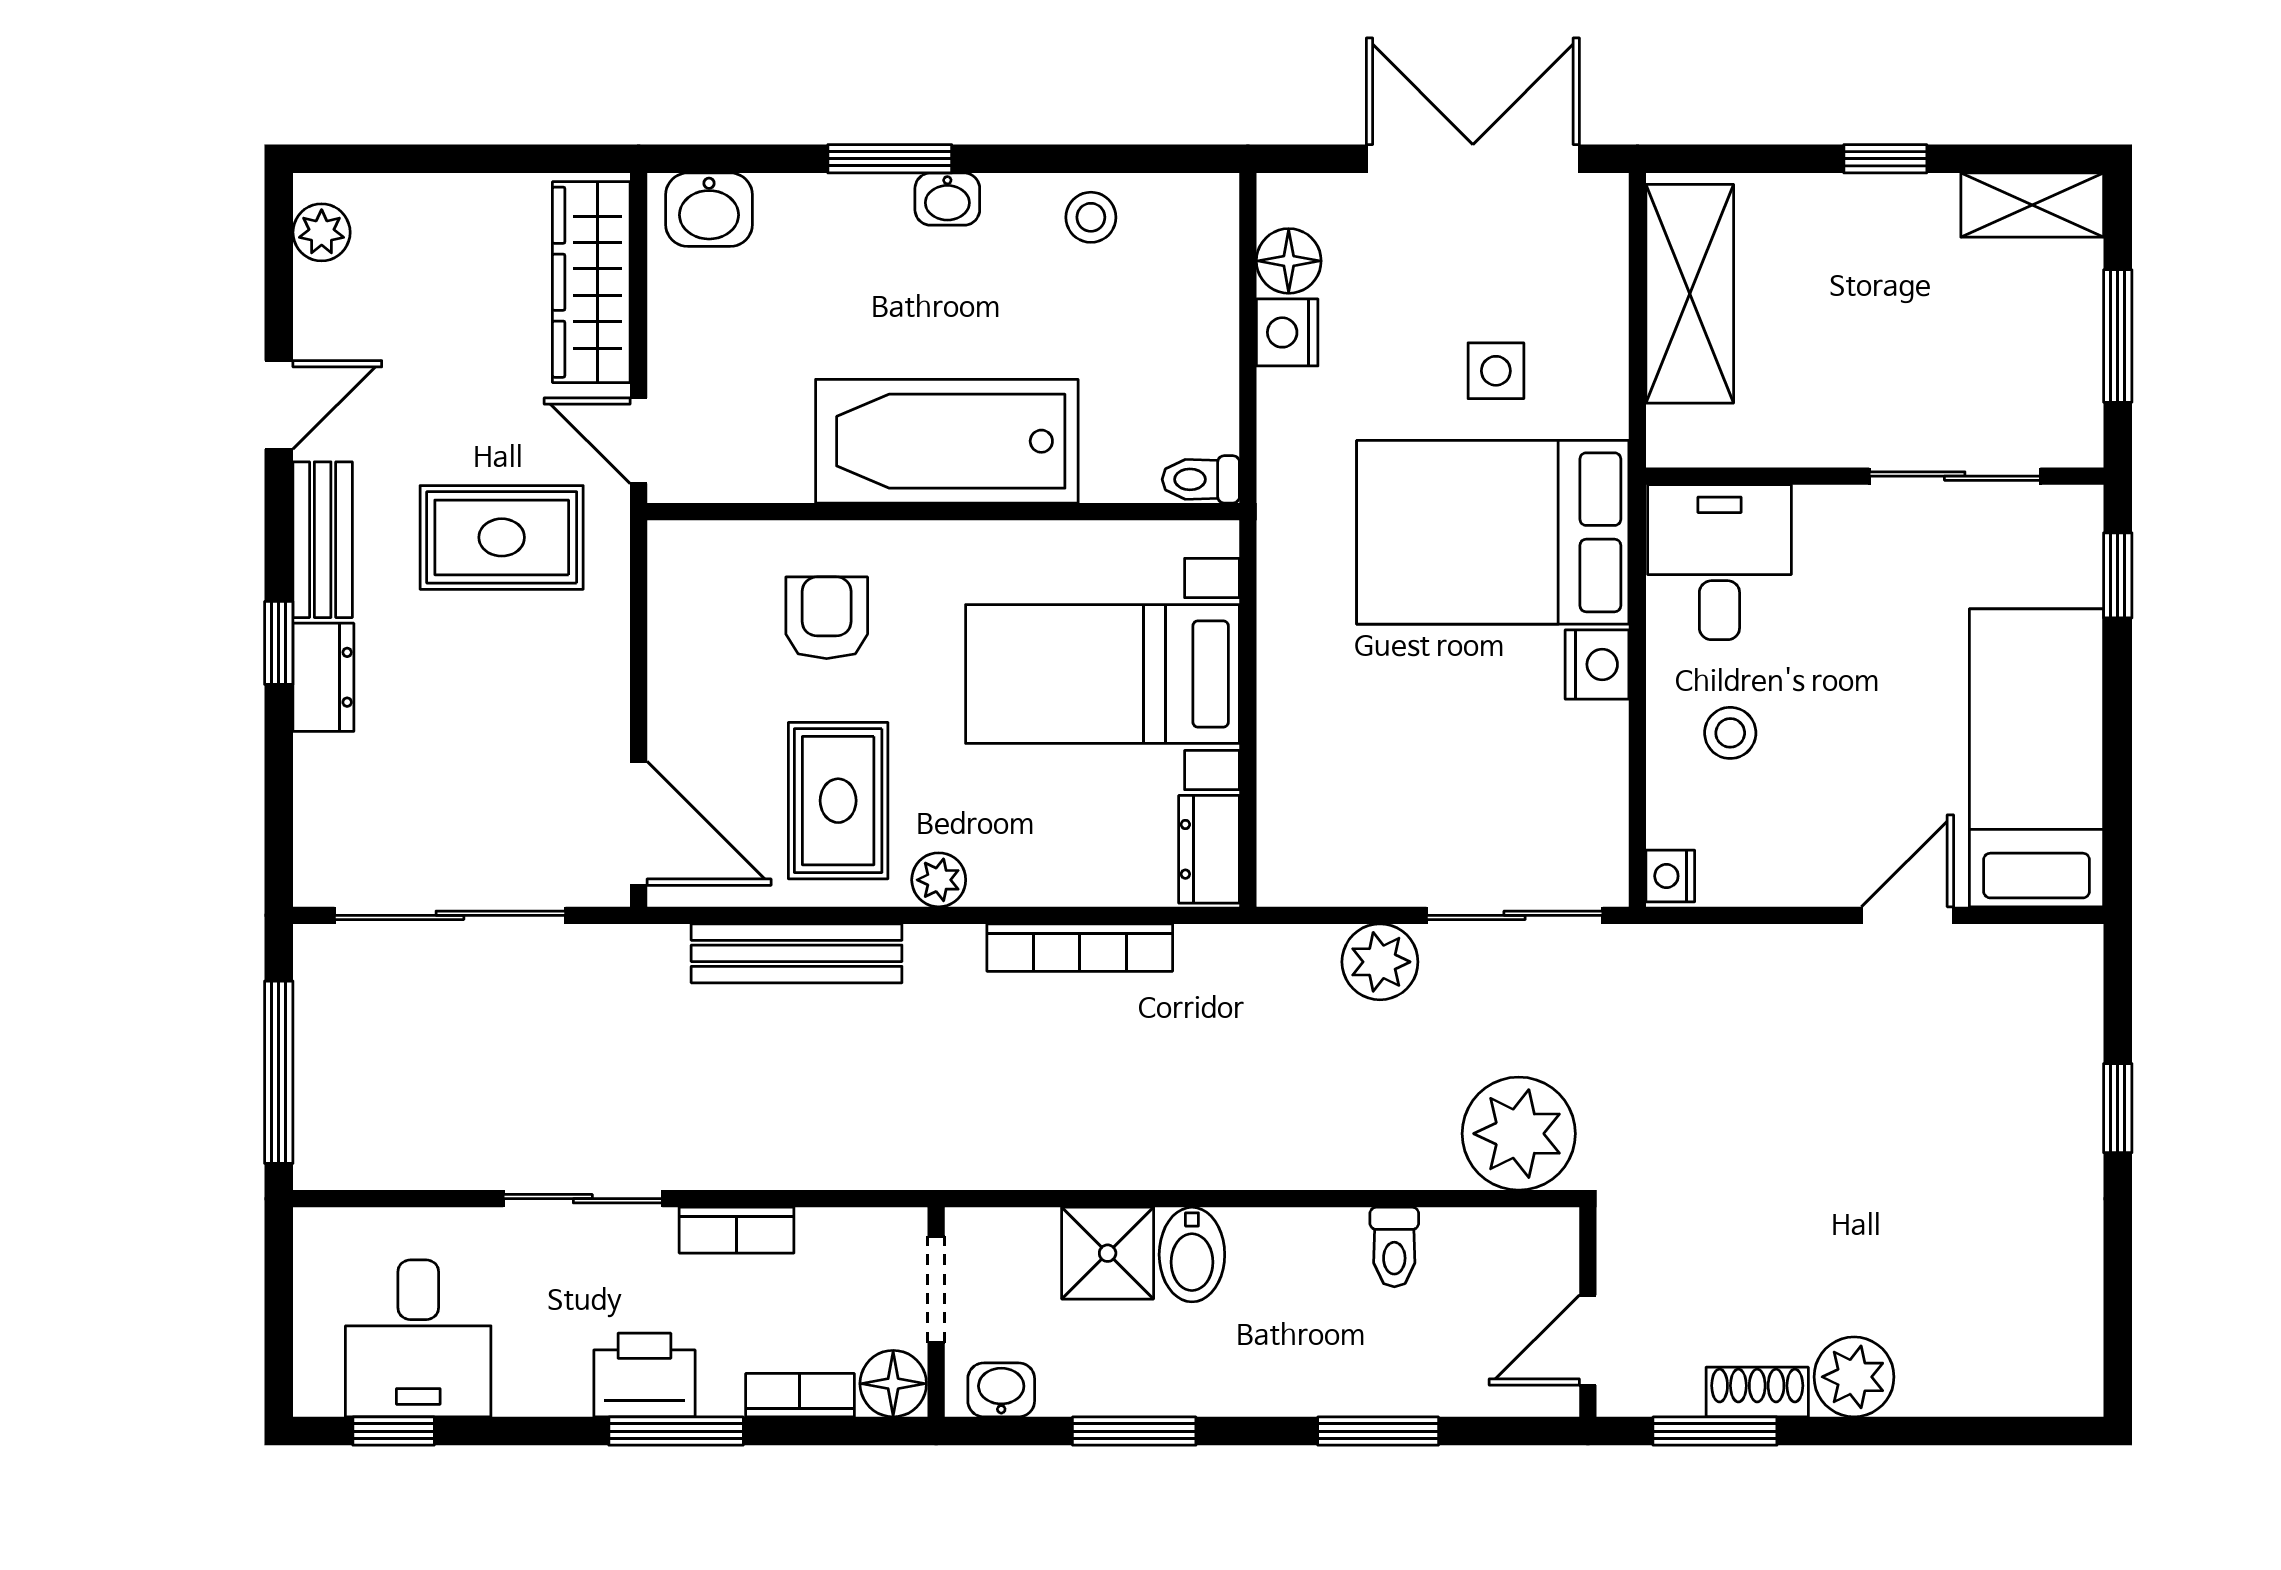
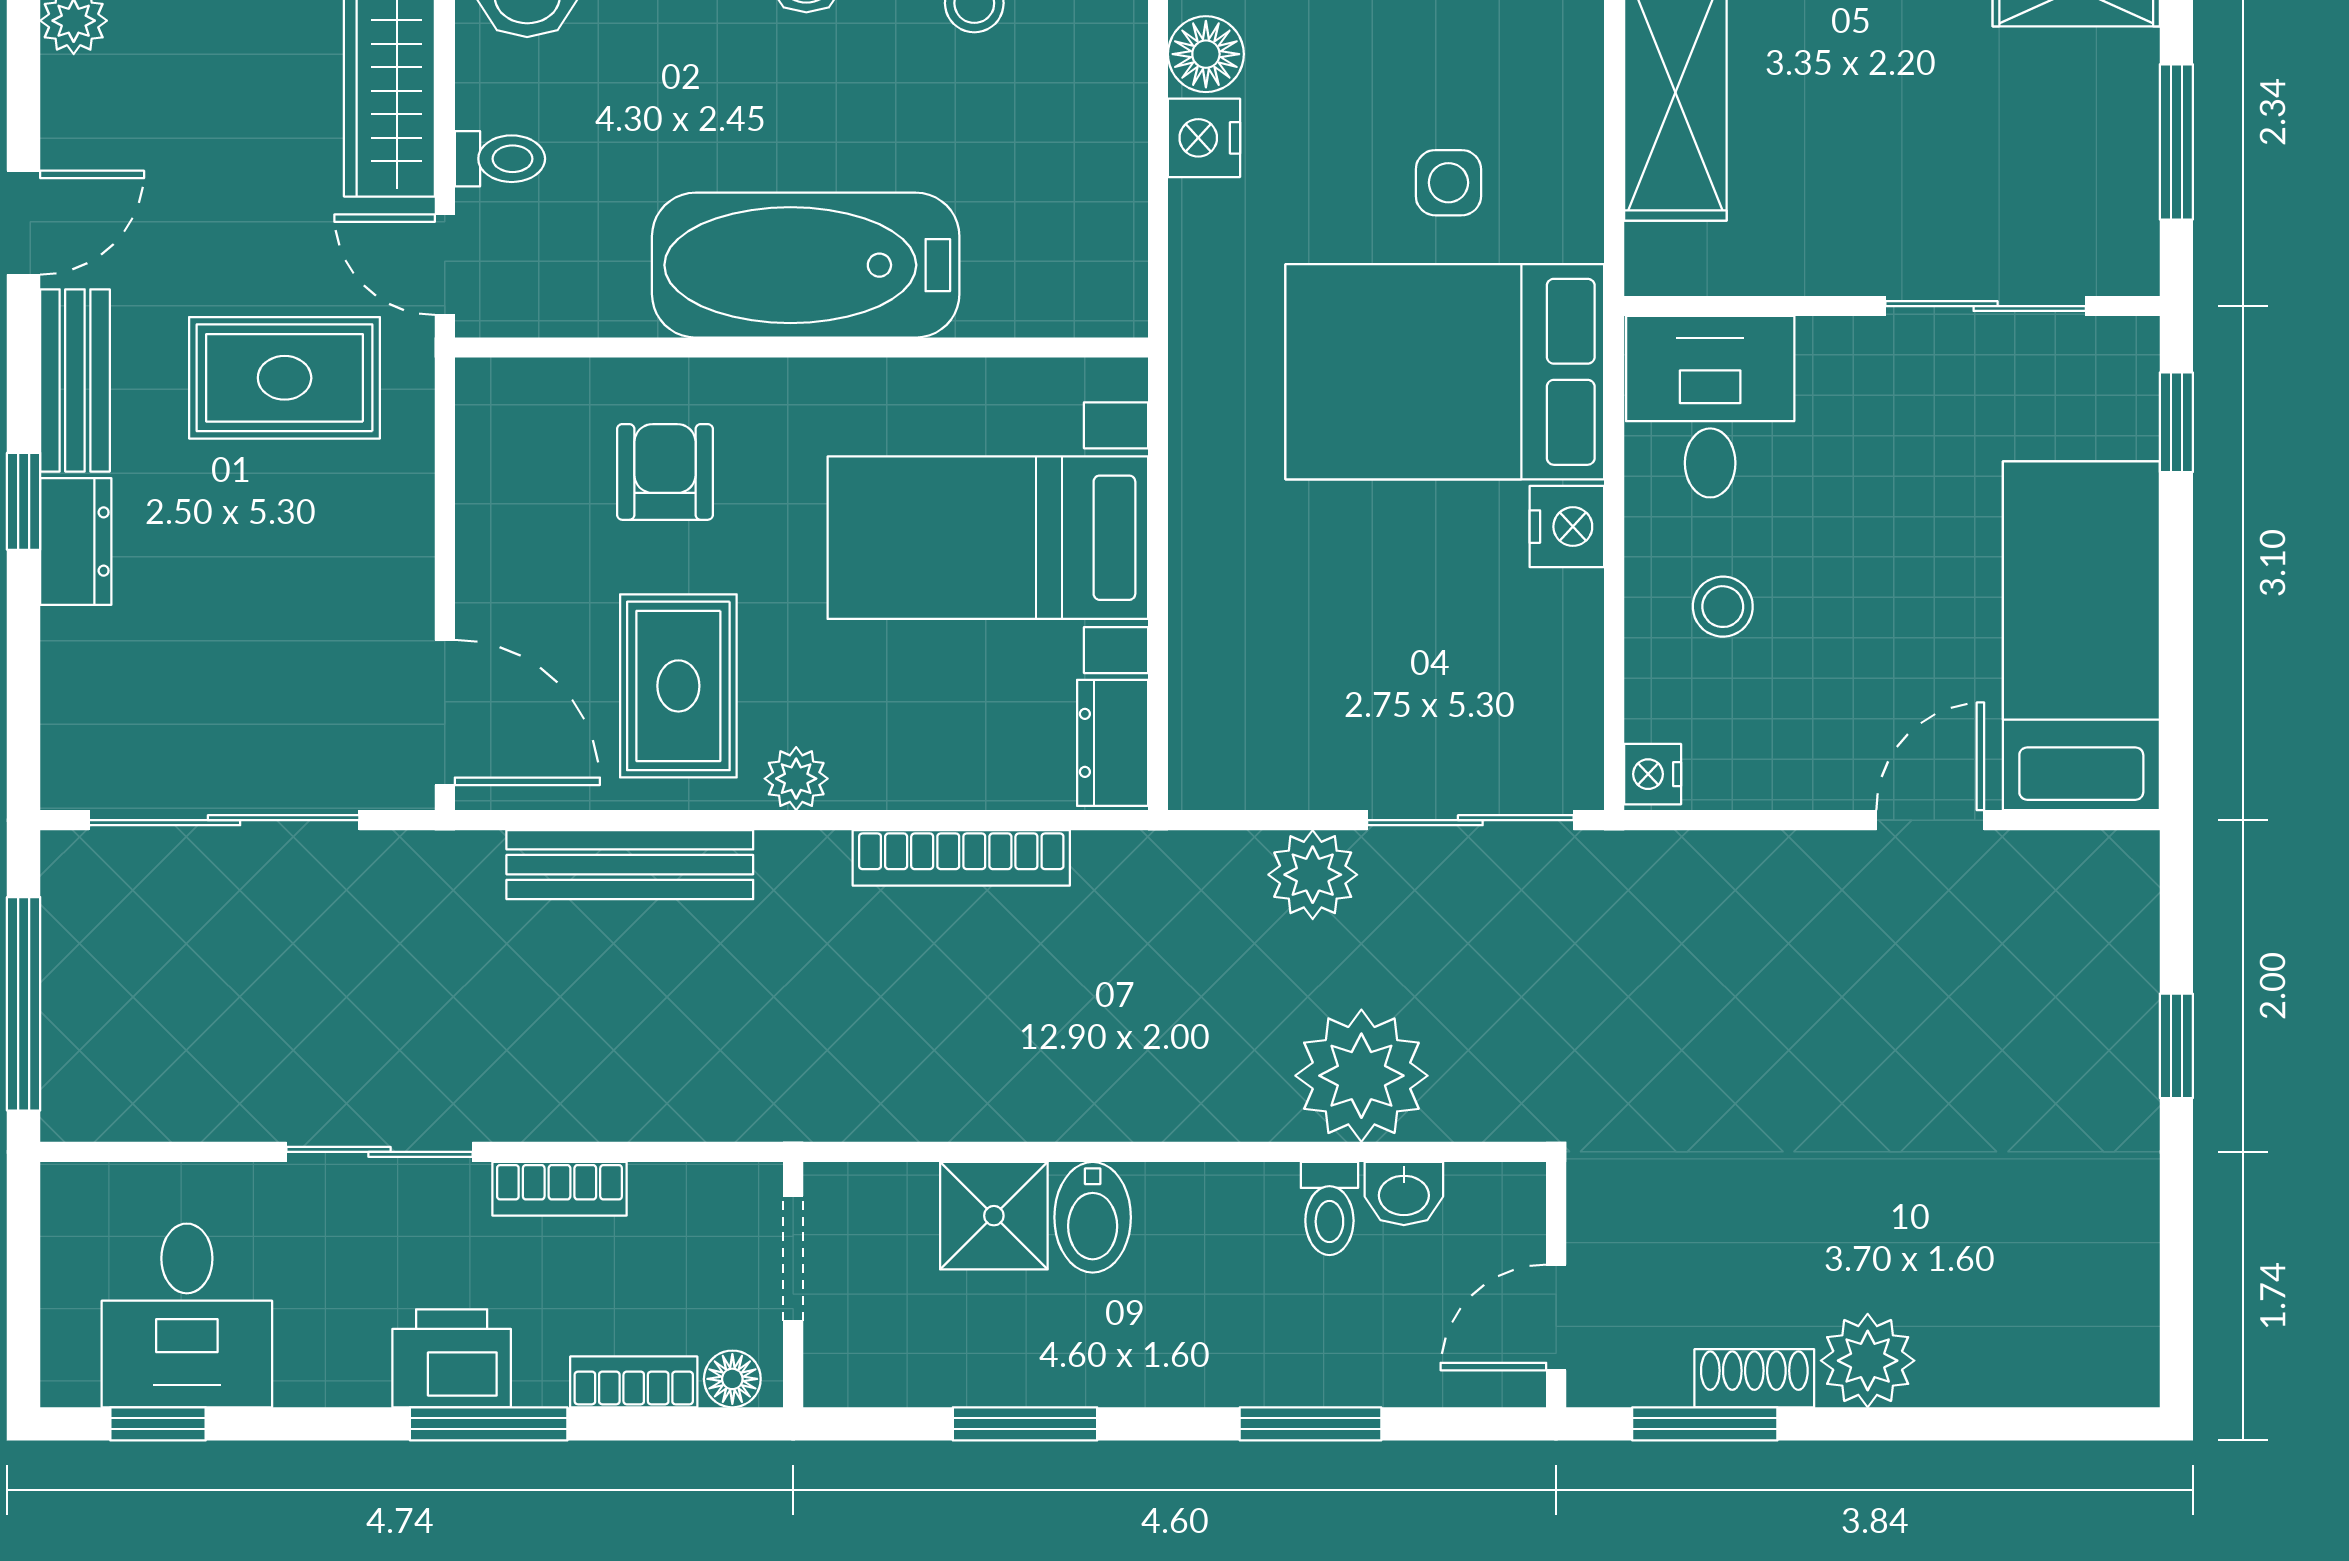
toilet: (1201, 479) -> (500, 159), moved, turned 180
plant: (1519, 1134) -> (1361, 1076), moved
floor lamp: (893, 1384) -> (732, 1379), width x0.73, depth x0.73
washbasin: (1001, 1390) -> (1404, 1193), moved, turned 180

